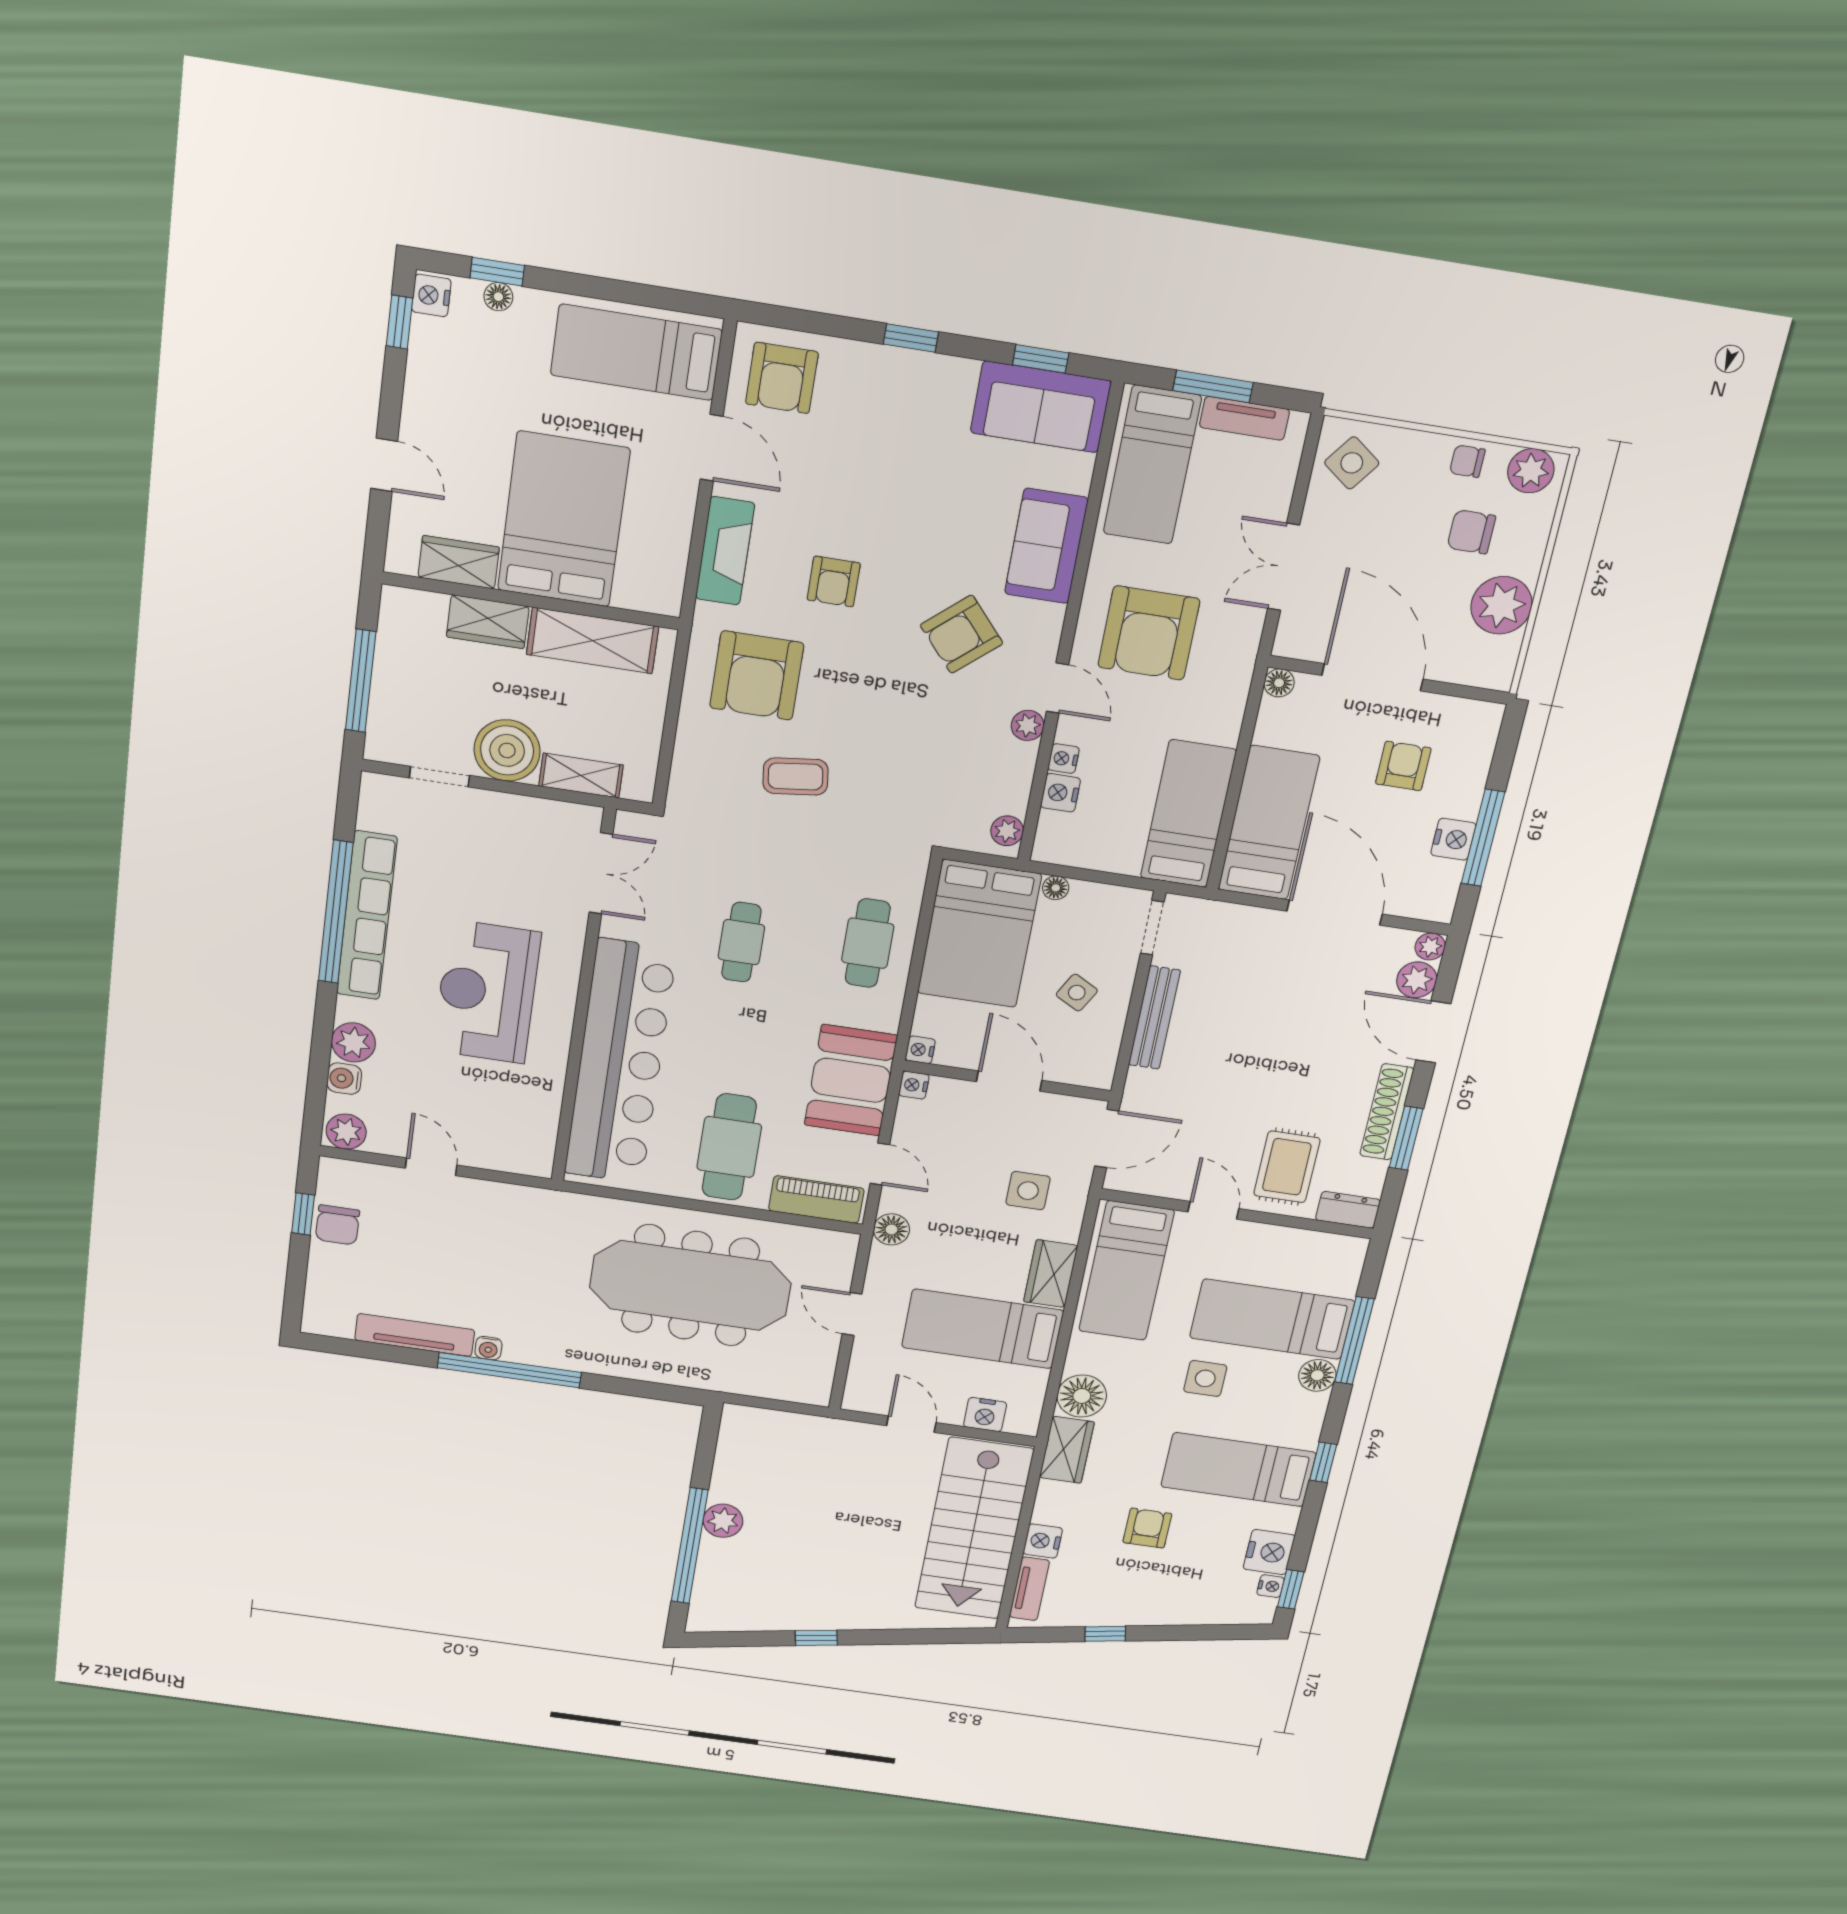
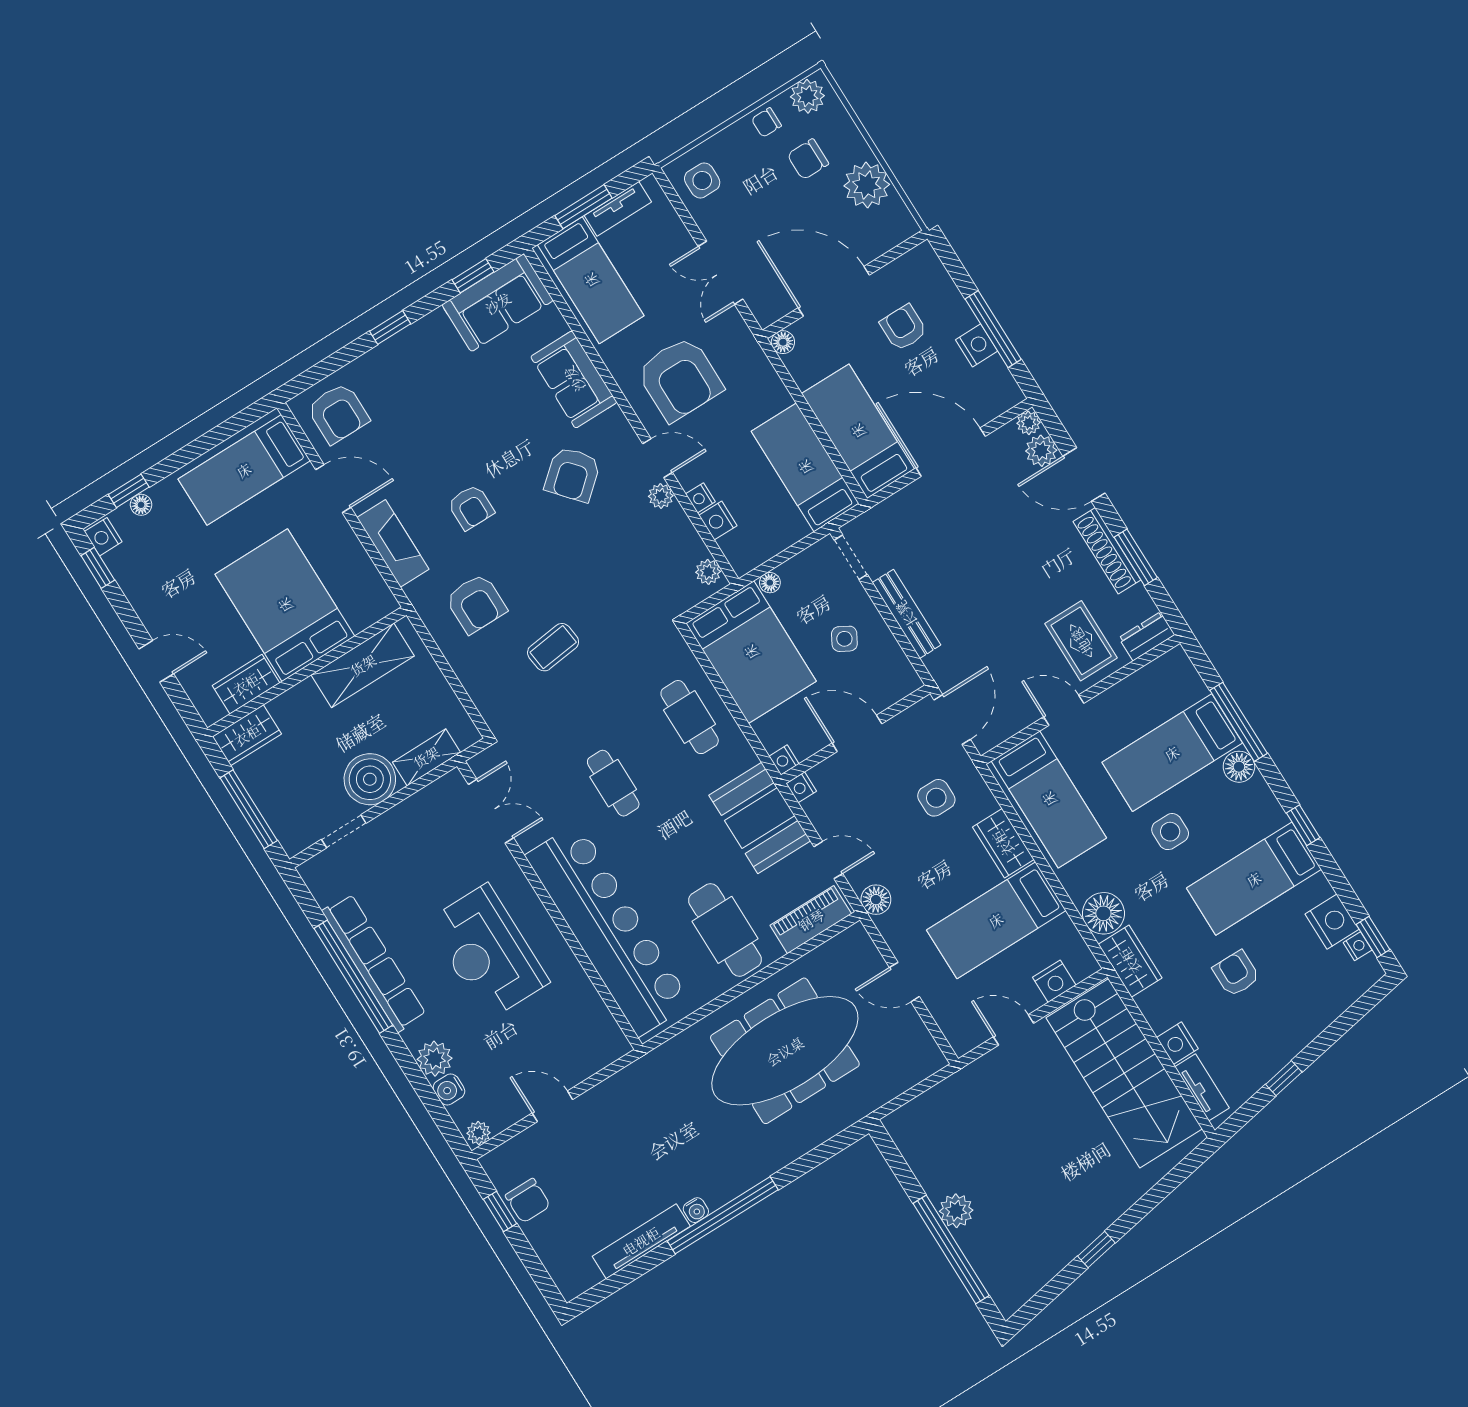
side table: (1352, 463) -> (702, 180), turned -37
wardrobe: (488, 622) -> (247, 735), moved
armchair: (757, 675) -> (476, 604), width x0.73, depth x0.73
plant: (346, 1132) -> (478, 1133), width x0.73, depth x0.73

